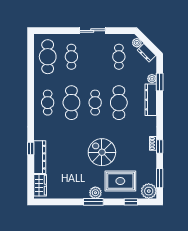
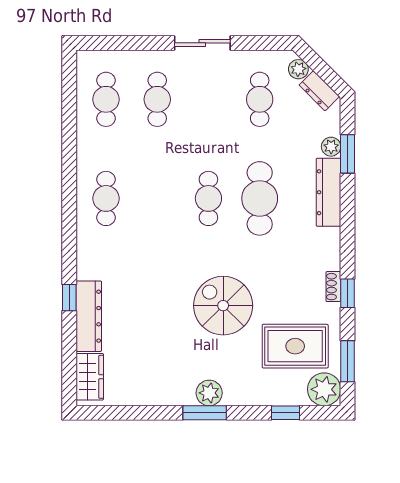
cafe table: (48, 57) -> (106, 99), width x0.73, depth x0.74
cafe table: (71, 103) -> (157, 198), removed
rug: (120, 181) -> (295, 346), moved

